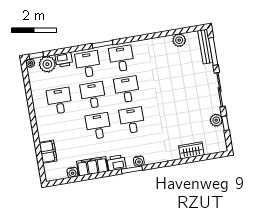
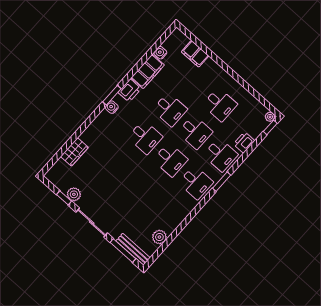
plant: (47, 64) -> (255, 127), removed

